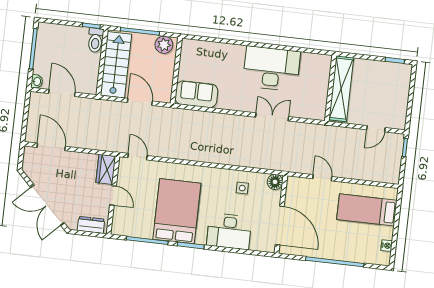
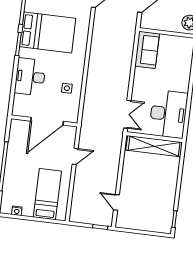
wall: (330, 88) -> (154, 137), moved
shelving: (341, 89) -> (154, 146), moved
floor lamp: (275, 182) -> (72, 116), removed
door: (280, 225) -> (47, 121), moved

